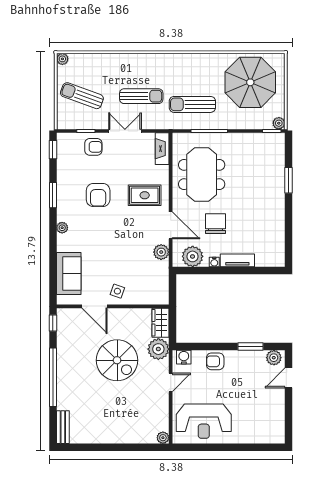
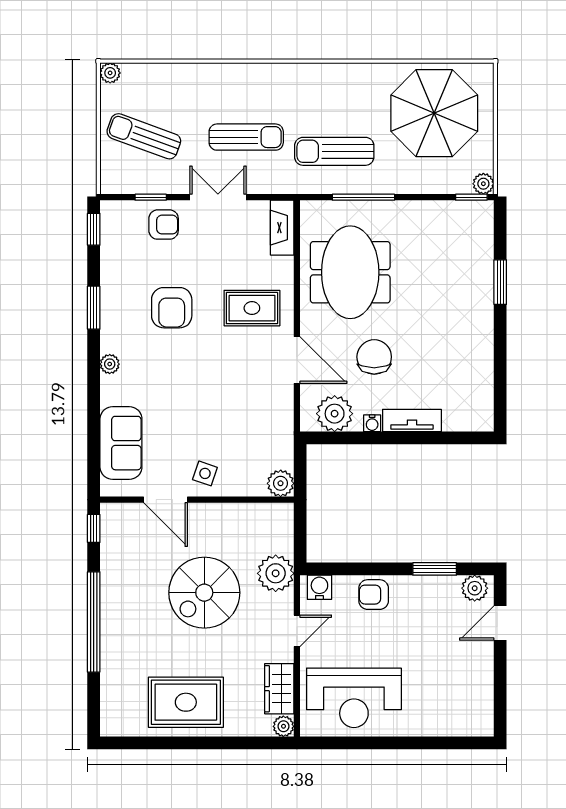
plant: (161, 252) -> (281, 483), moved
wardrobe: (161, 323) -> (279, 689), moved
spiral stairs: (117, 360) -> (204, 593), turned 90
rug: (106, 424) -> (186, 702), added
bench: (63, 427) -> (111, 708), removed

